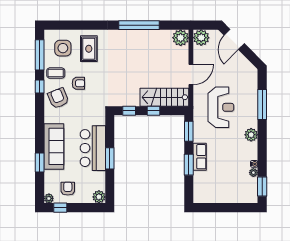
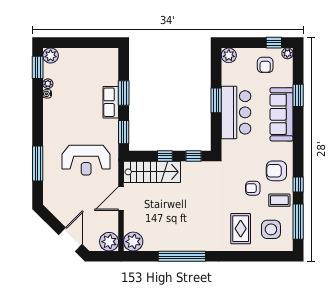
armchair: (58, 98) -> (276, 171), turned 112
reception desk: (221, 107) -> (86, 160), turned -90
plant: (251, 135) -> (51, 56), moved

